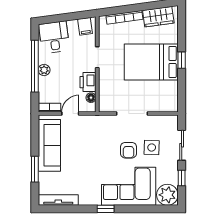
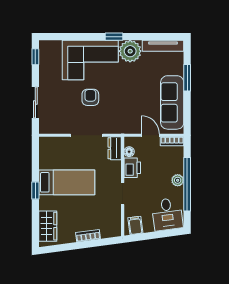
bookcase: (124, 17) -> (88, 236), width x0.64
wardrobe: (158, 17) -> (48, 226), moved, turned 98
bed: (151, 62) -> (67, 182), width x0.67
dresser: (105, 101) -> (115, 148), added
door: (70, 114) -> (150, 135), swing flipped
side table: (152, 148) -> (66, 100), removed
window: (182, 178) -> (35, 57), moved
plant: (167, 195) -> (130, 51), moved

